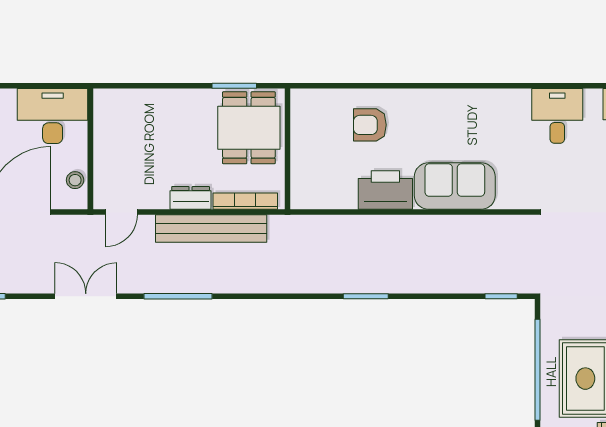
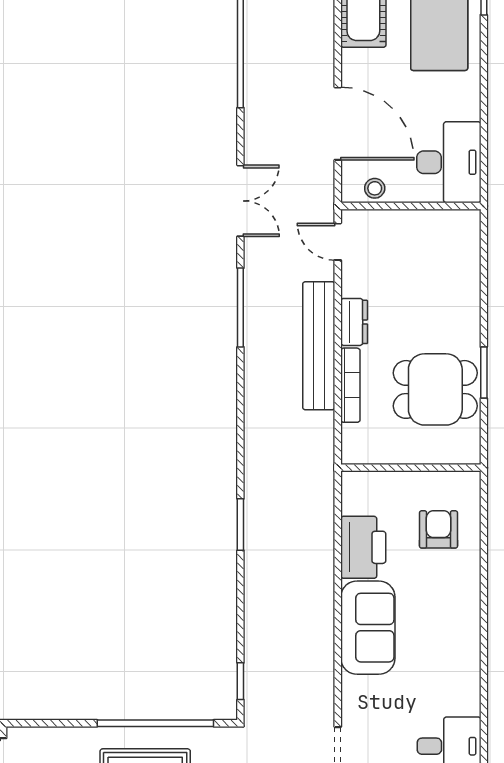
wall: (288, 149) -> (411, 468), moved

